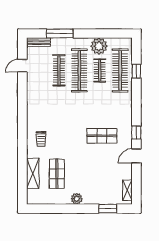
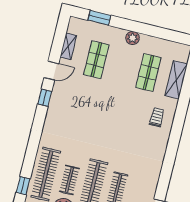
window: (136, 71) -> (23, 186), moved
shop shelf: (102, 136) -> (96, 60), moved, turned 90
shelving: (127, 190) -> (68, 46), moved

